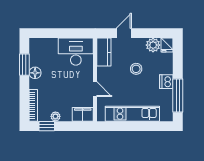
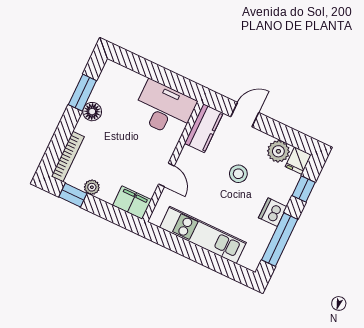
window: (178, 60) -> (304, 189), added

